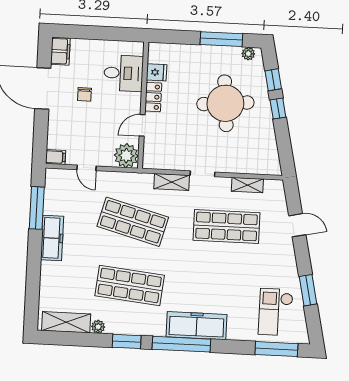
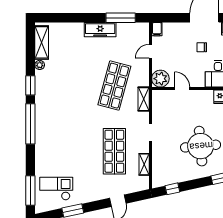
locker: (153, 97) -> (202, 95), removed
window: (278, 109) -> (172, 189), moved
shelving: (172, 182) -> (144, 99), moved
shop shelf: (130, 285) -> (70, 86), removed
freezer: (196, 326) -> (44, 134), removed

